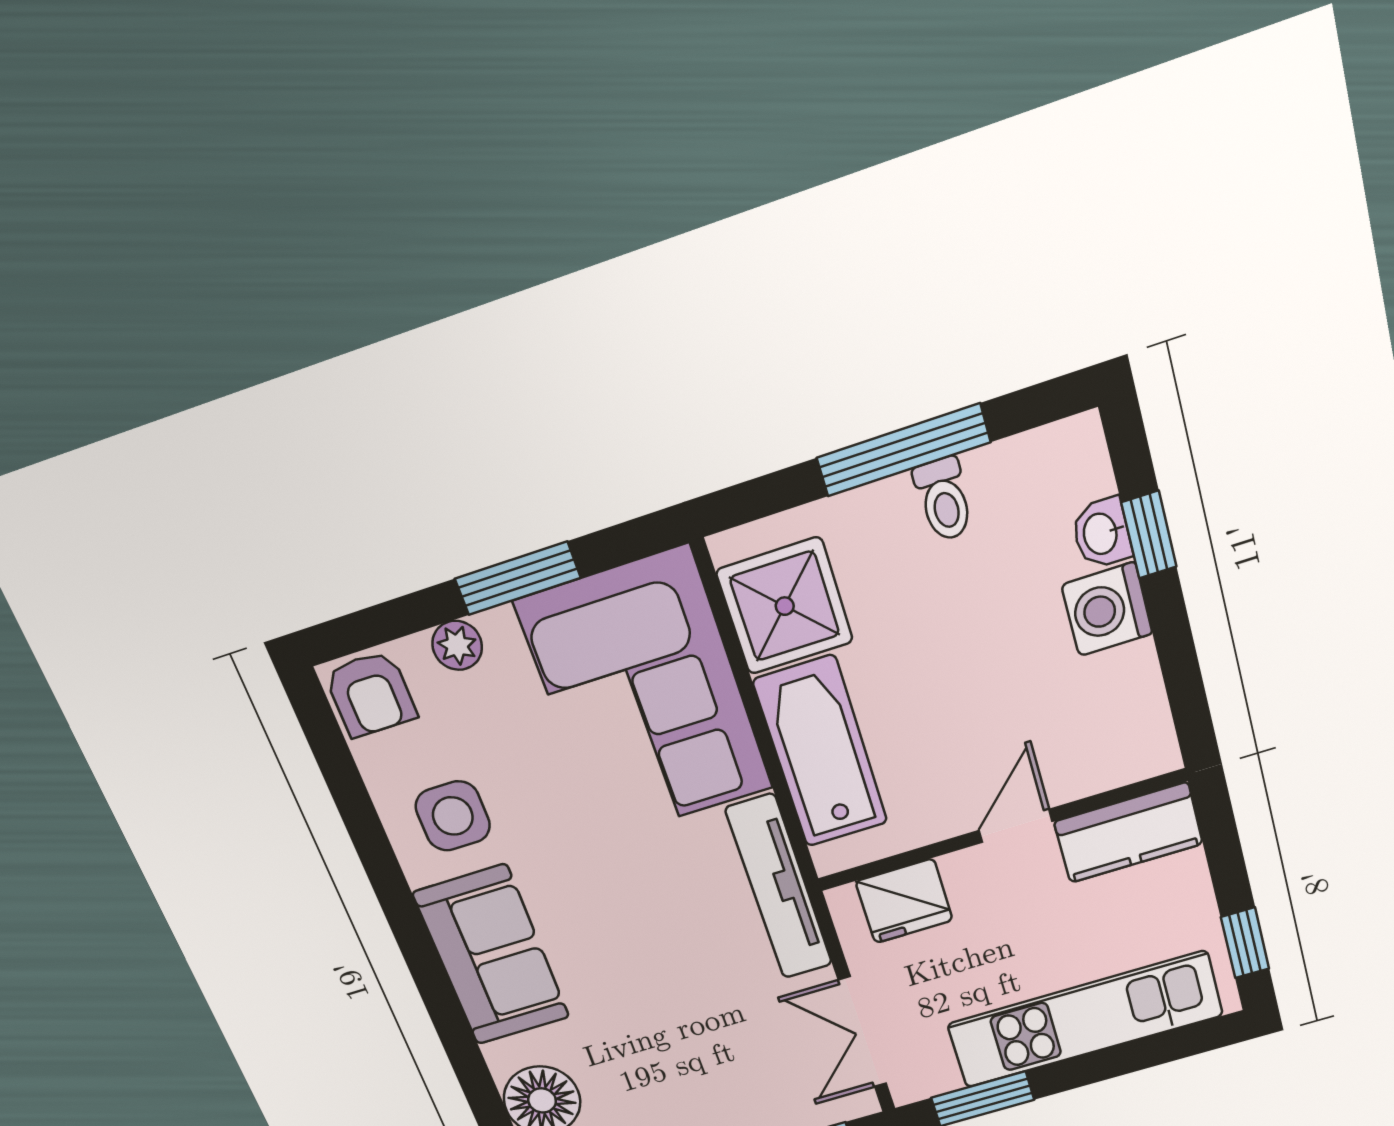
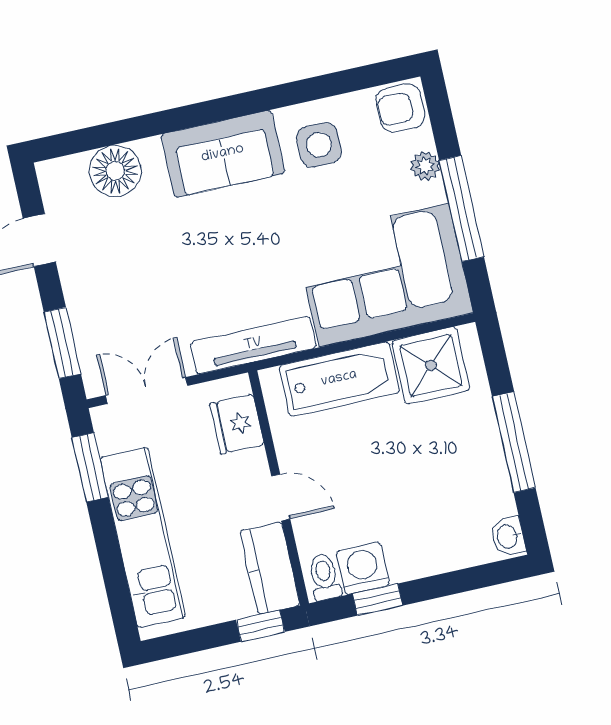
toilet: (944, 499) -> (324, 577), moved, turned 90
washbasin: (1102, 533) -> (508, 536), moved, turned -90
window: (1149, 535) -> (378, 600), moved
window: (518, 578) -> (462, 209), width x1.44
washing machine: (1107, 609) -> (363, 568), moved
window: (1245, 943) -> (260, 626), moved

